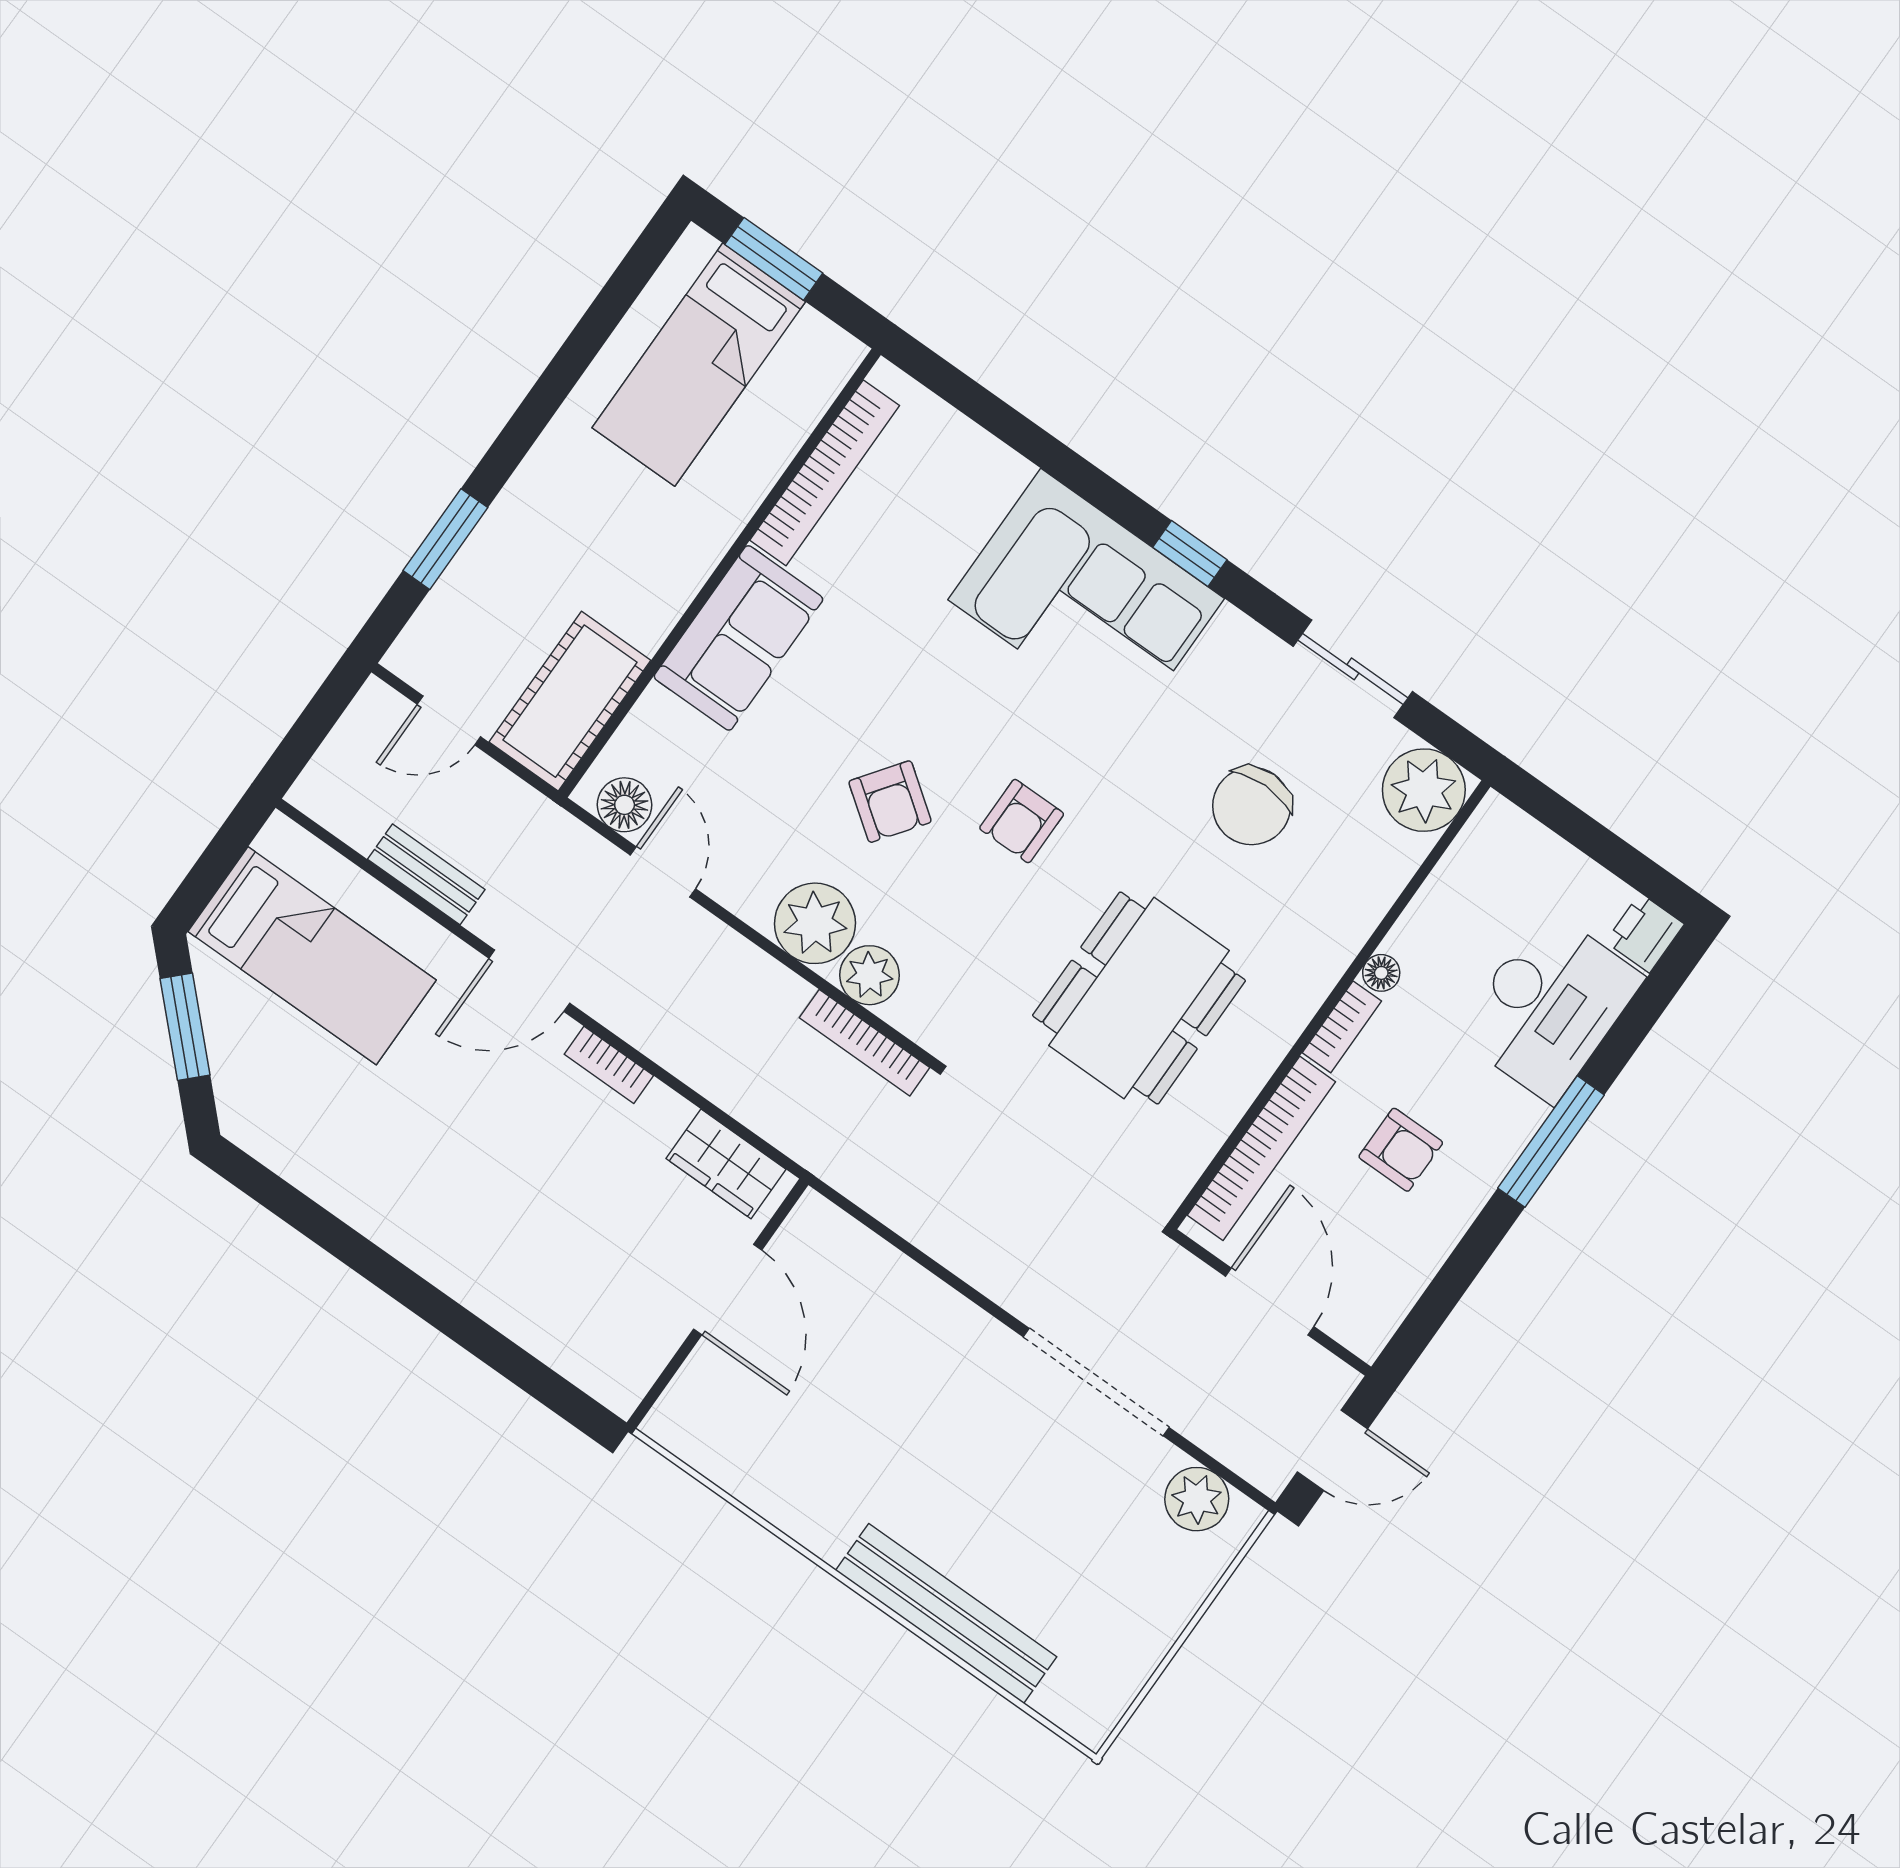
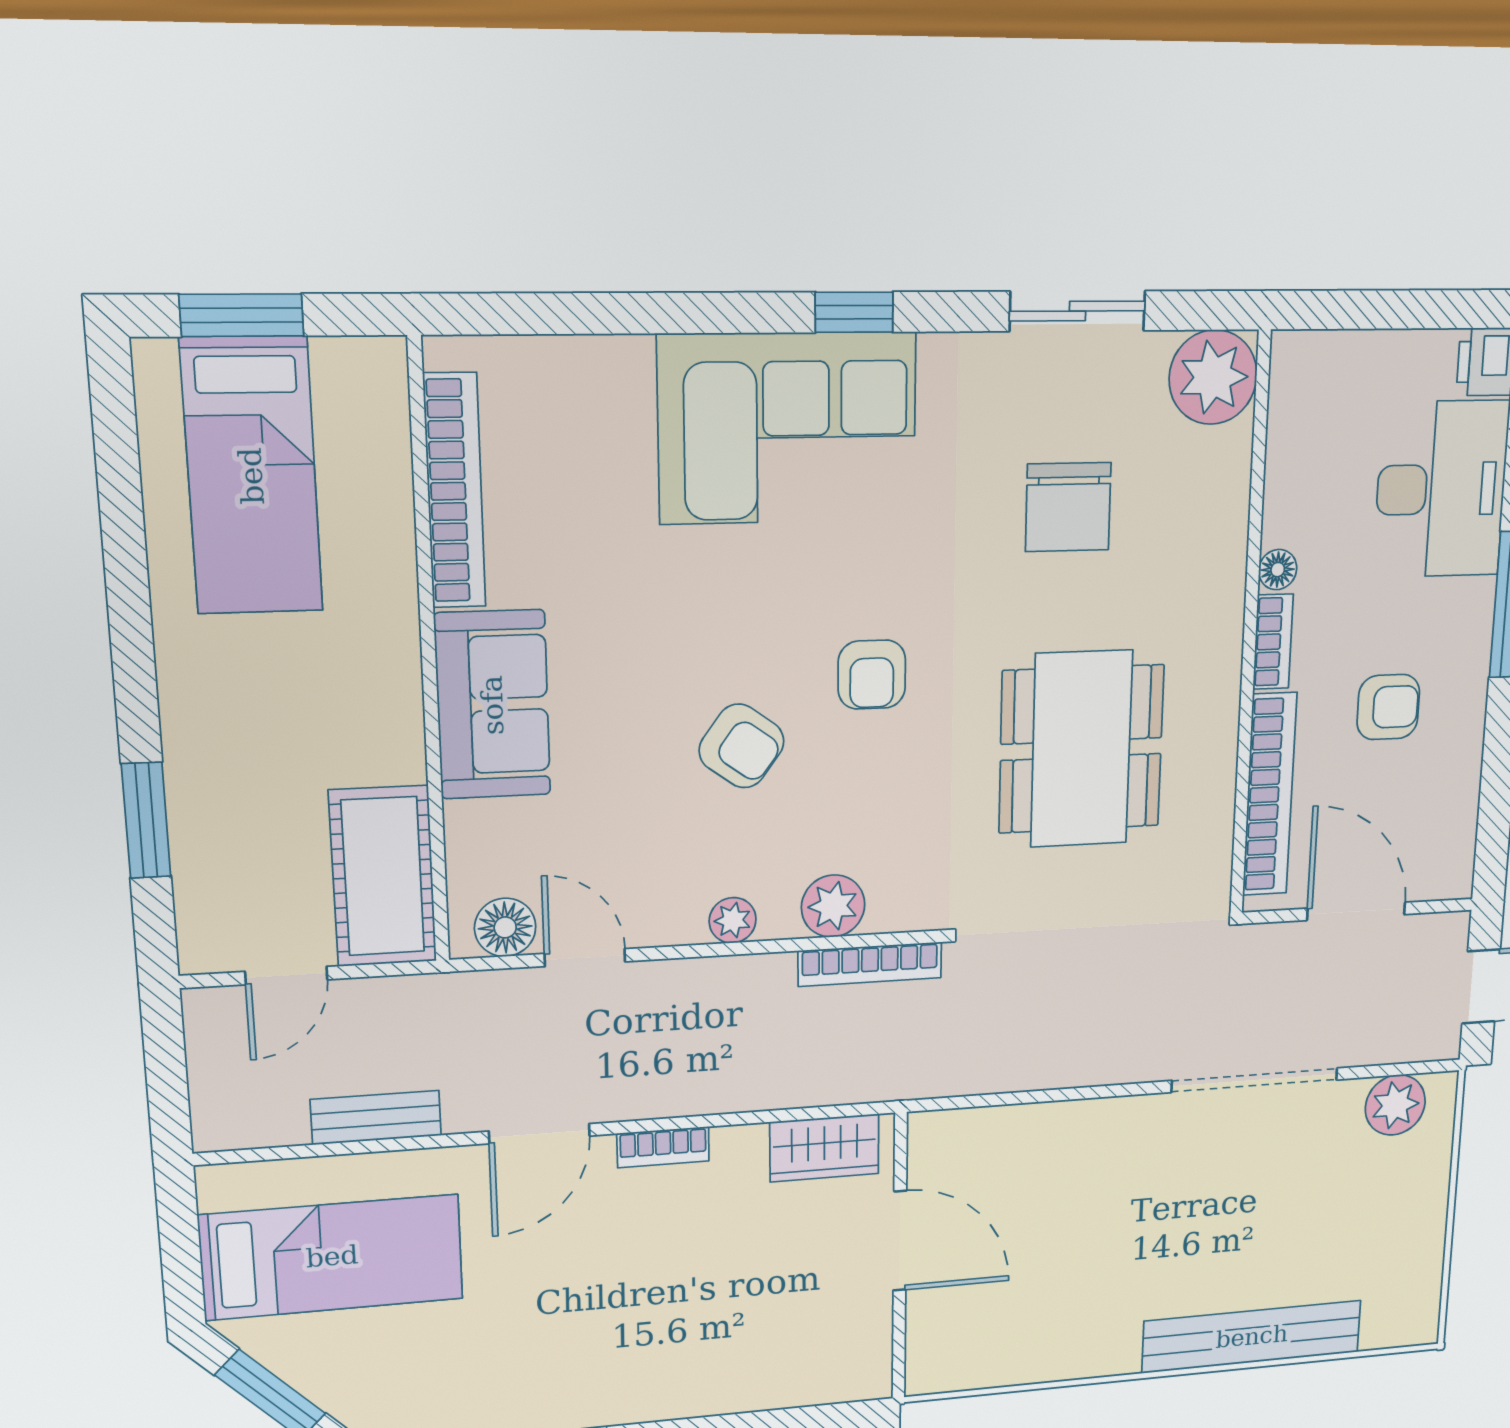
plant: (815, 923) -> (733, 920), width x0.53, depth x0.53

